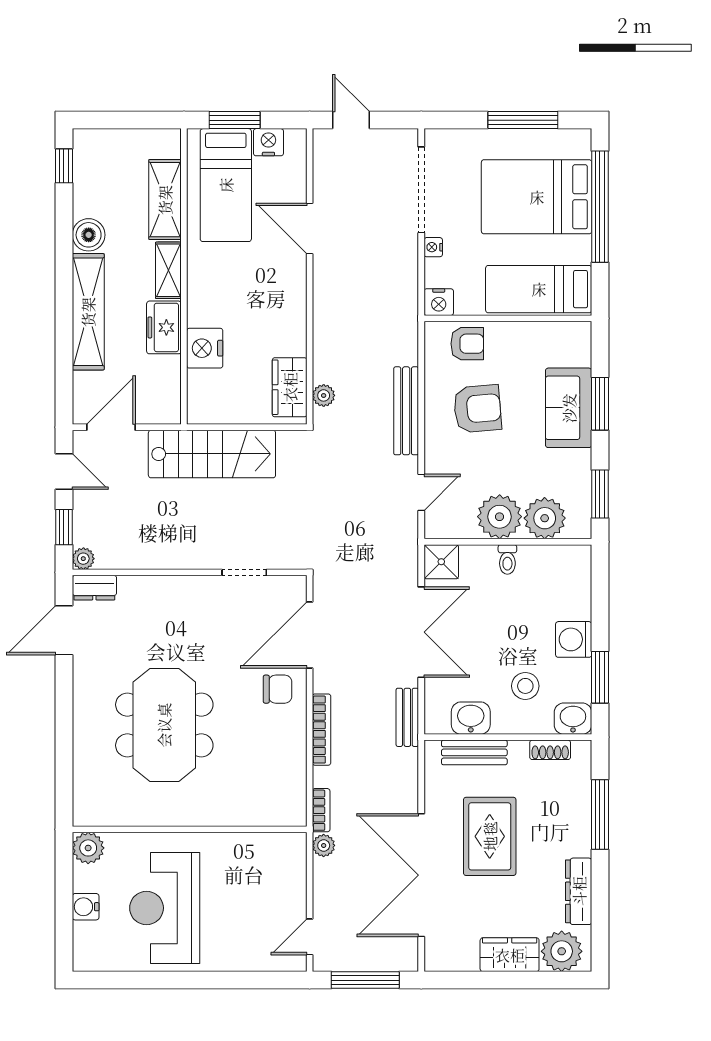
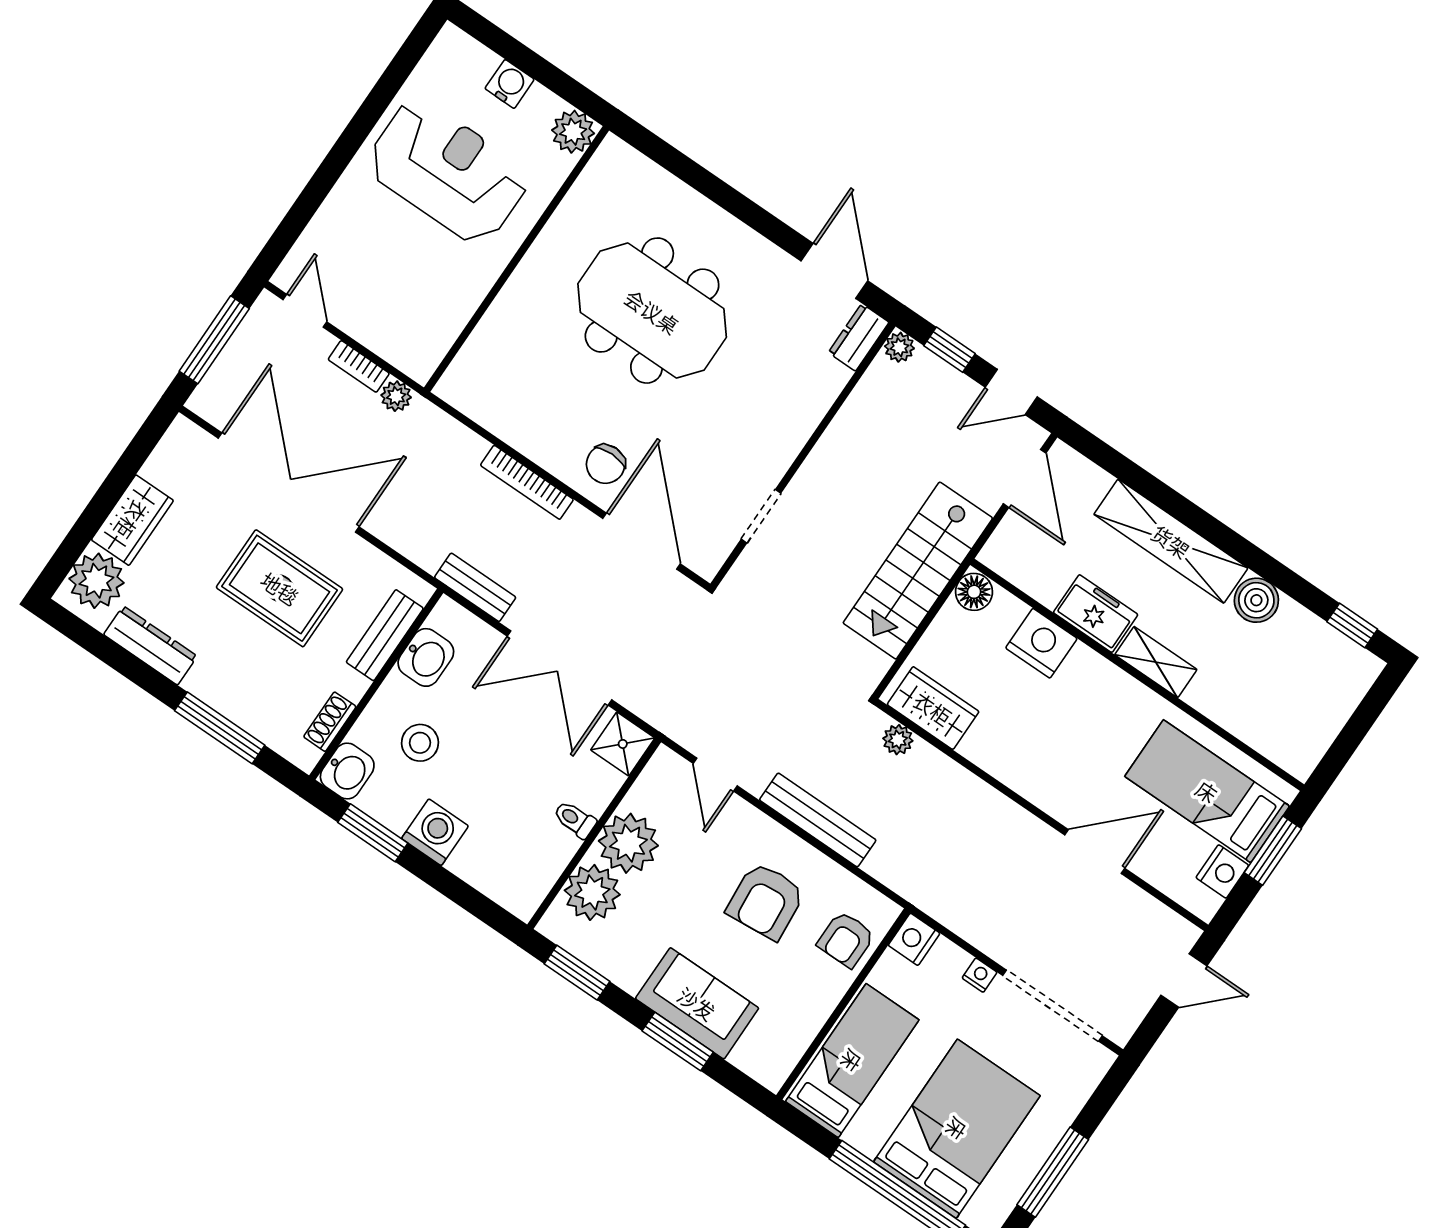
shelving: (165, 200) -> (1237, 713), removed
floor lamp: (202, 411) -> (974, 592), added
bookcase: (321, 810) -> (359, 366), moved

